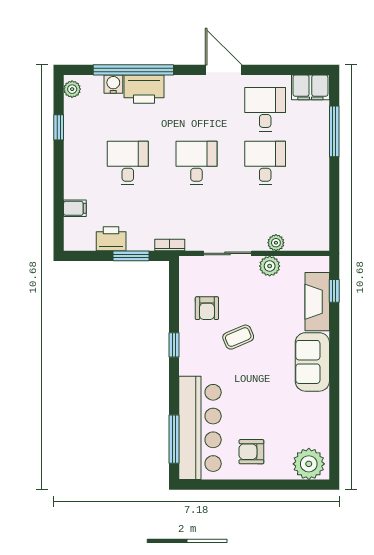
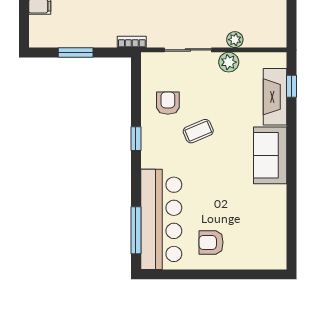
printer: (111, 239) -> (75, 36), removed
window: (131, 256) -> (76, 52), moved
armchair: (207, 308) -> (168, 103), turned 180
plant: (309, 464) -> (267, 254), removed

